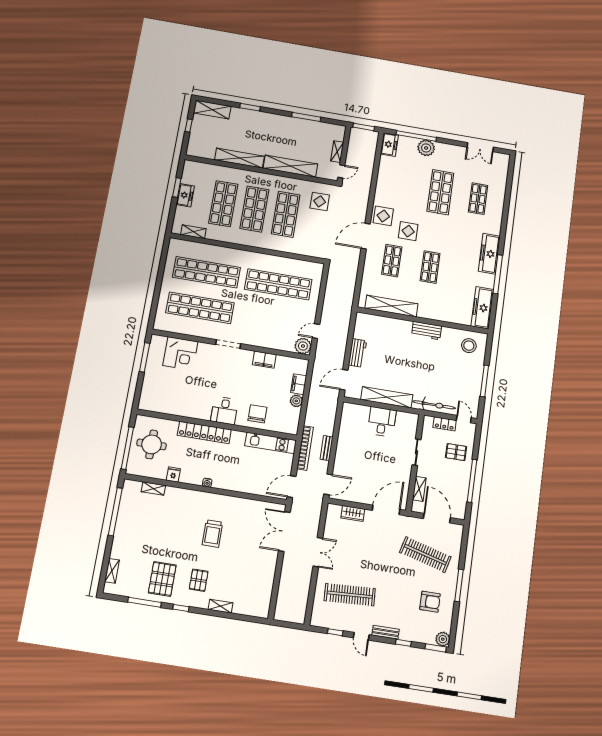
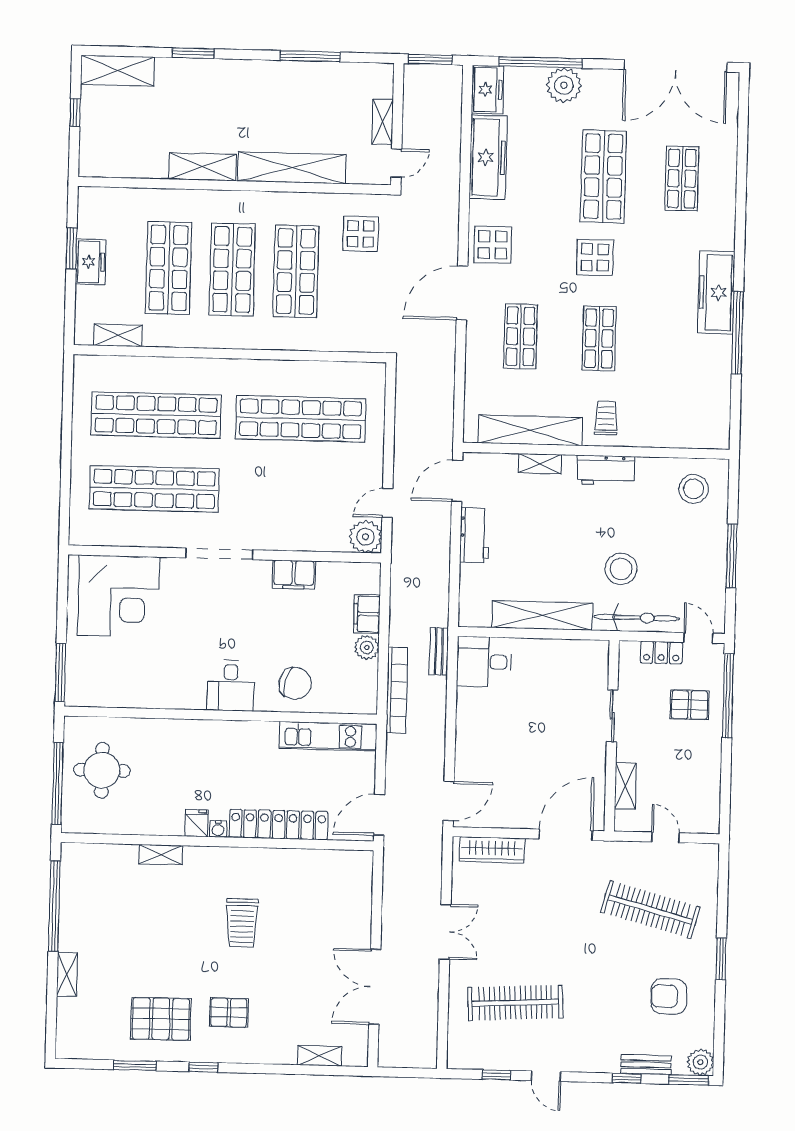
double door: (480, 147) -> (675, 66), width x1.87
shelving: (239, 158) -> (203, 167), width x0.68
display table: (408, 231) -> (595, 257), moved
trolley: (429, 306) -> (606, 418), added
freezer: (482, 308) -> (488, 157), moved, turned 180
shelving: (394, 323) -> (540, 464), added
doorway: (228, 344) -> (219, 554), width x1.36
corner desk: (180, 353) -> (119, 596), width x1.36, depth x1.36
window: (145, 357) -> (60, 672), moved
door: (344, 380) -> (457, 481), moved
stool: (429, 380) -> (621, 569), added
chair: (257, 414) -> (295, 683), turned 104
desk: (382, 422) -> (484, 662), moved, turned -90
locker: (204, 432) -> (279, 825), moved, turned 180
bookcase: (305, 448) -> (397, 690), moved
bench: (326, 448) -> (439, 651), moved
fridge: (173, 475) -> (197, 823), moved
window: (472, 481) -> (728, 696), moved
shelving: (153, 489) -> (161, 855), moved
wardrobe: (353, 514) -> (492, 850), width x1.50
door: (437, 518) -> (665, 837), width x0.53
double door: (284, 532) -> (375, 987), moved
shelving: (112, 571) -> (67, 975), moved
pallet: (162, 579) -> (161, 1019), turned 90
pallet: (199, 580) -> (229, 1013), turned 90
window: (459, 585) -> (721, 959), width x0.69
window: (145, 602) -> (135, 1065), width x0.69
armchair: (430, 602) -> (669, 996), turned 180
shelving: (220, 606) -> (320, 1056), moved
bench: (386, 632) -> (646, 1065), moved

